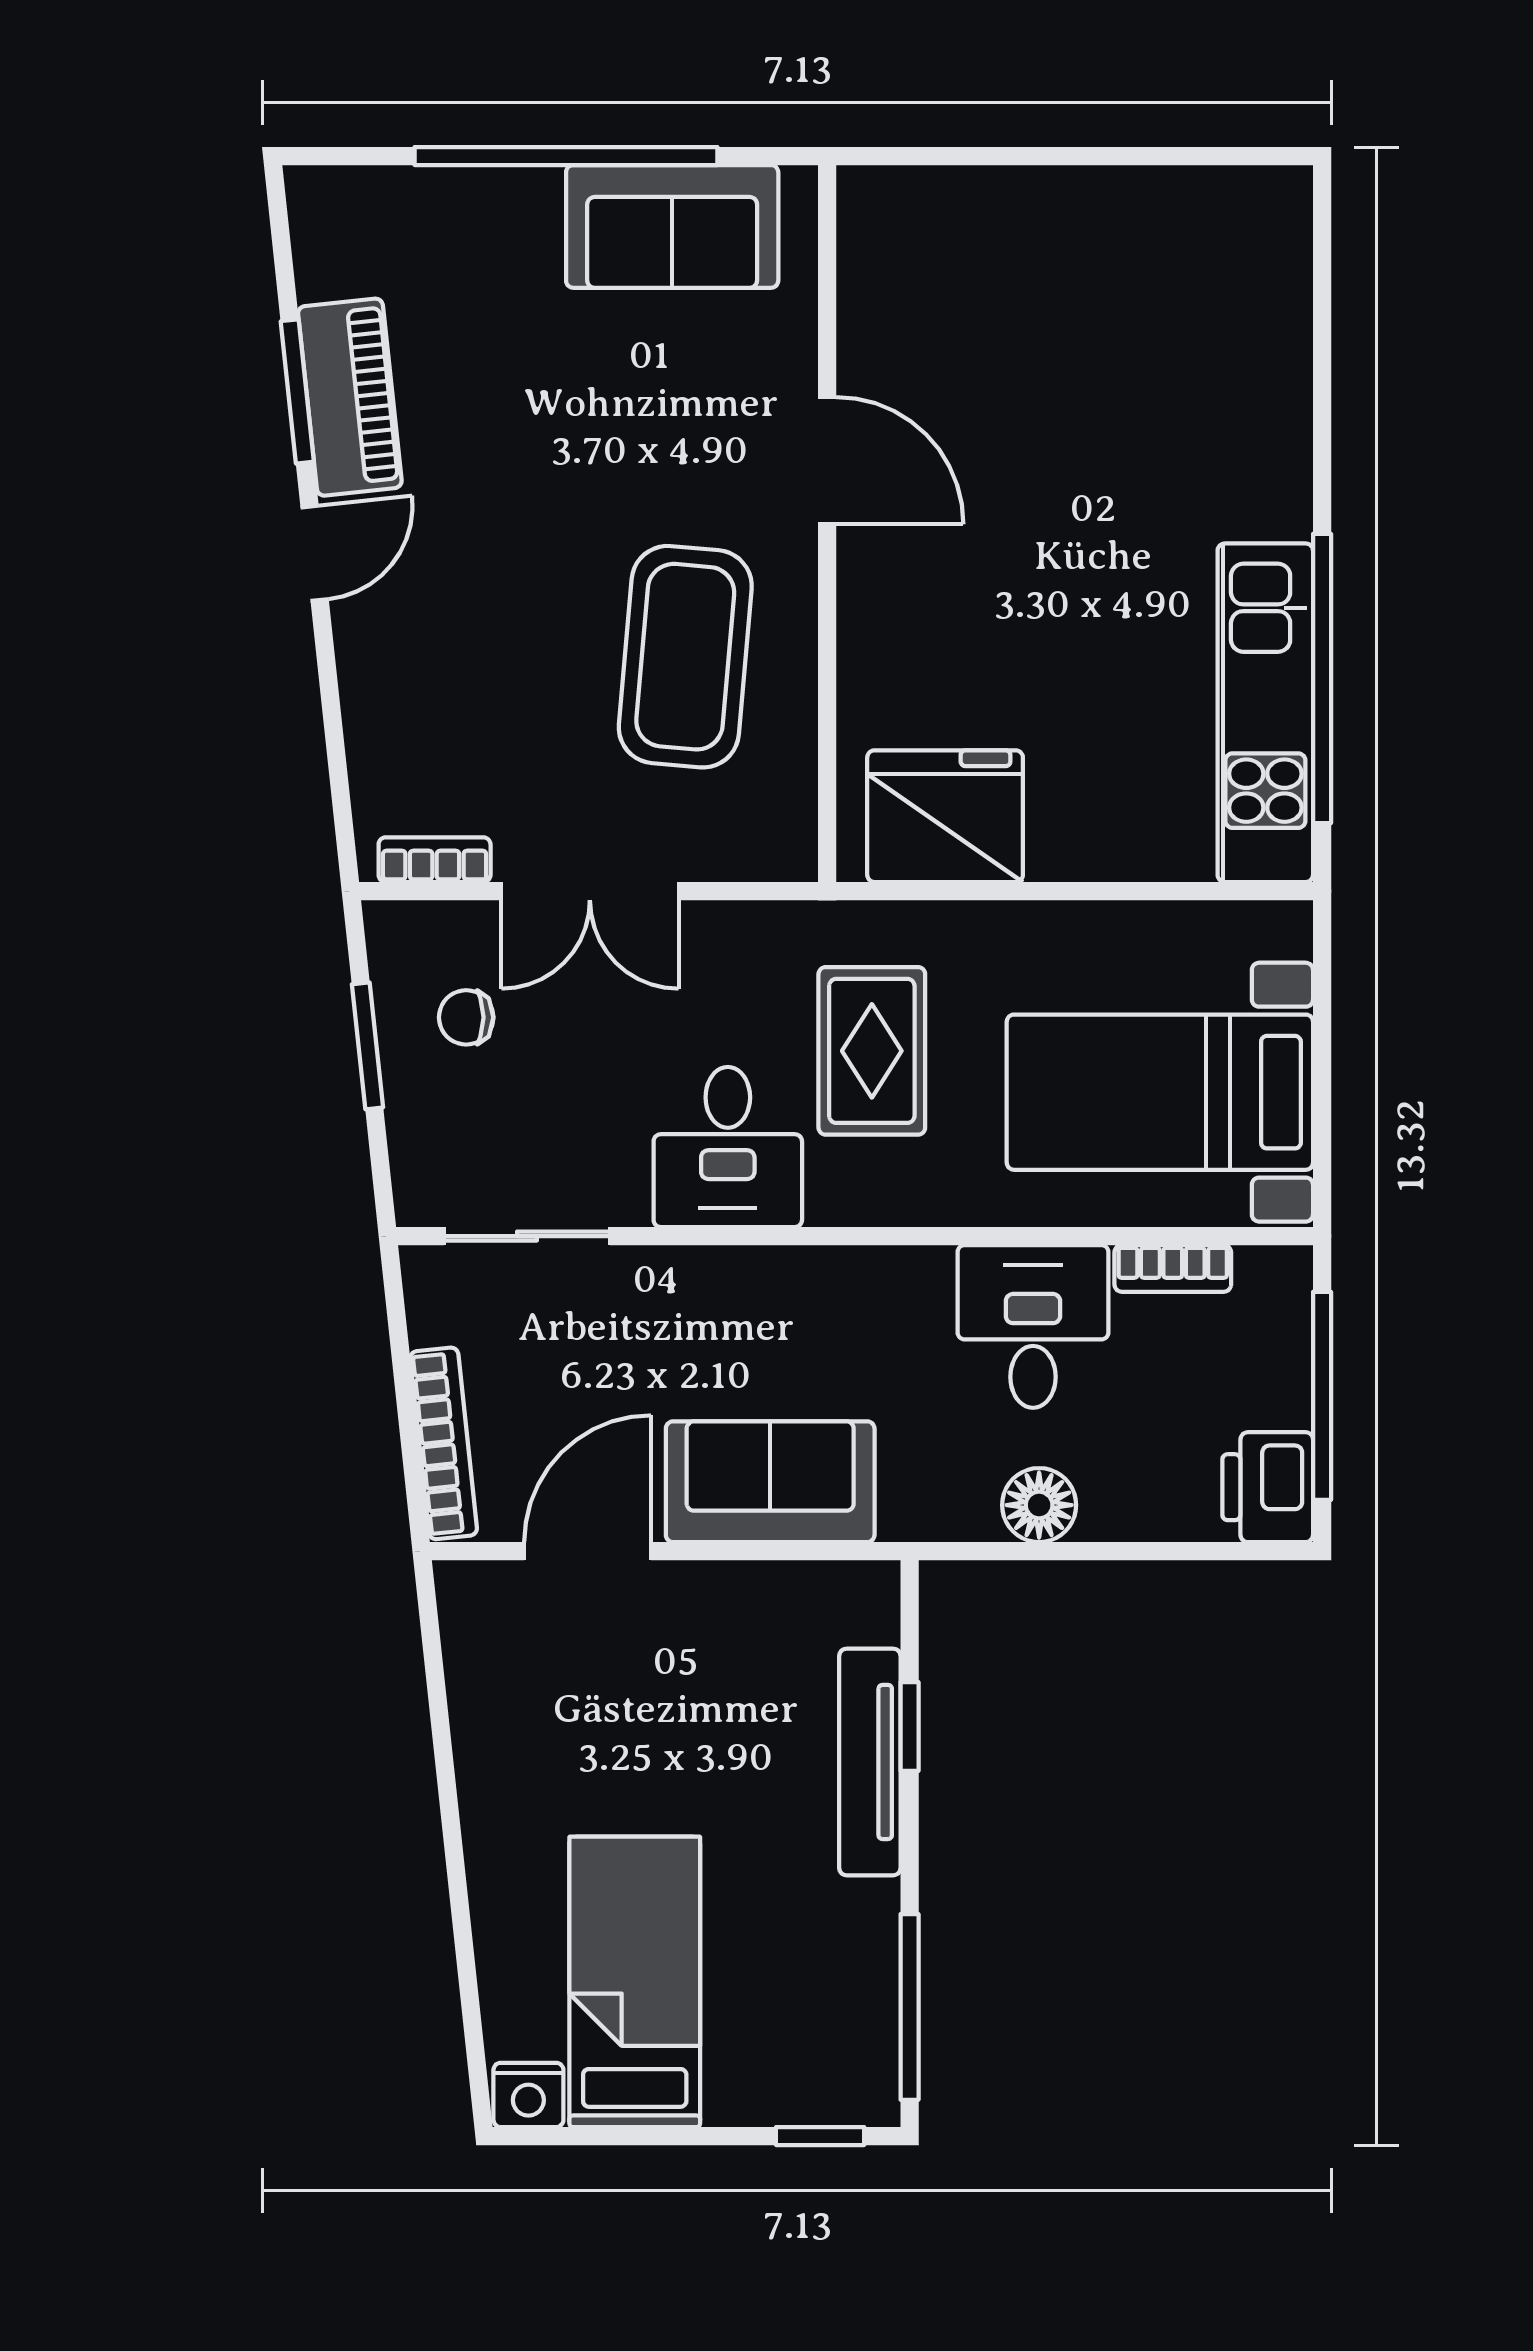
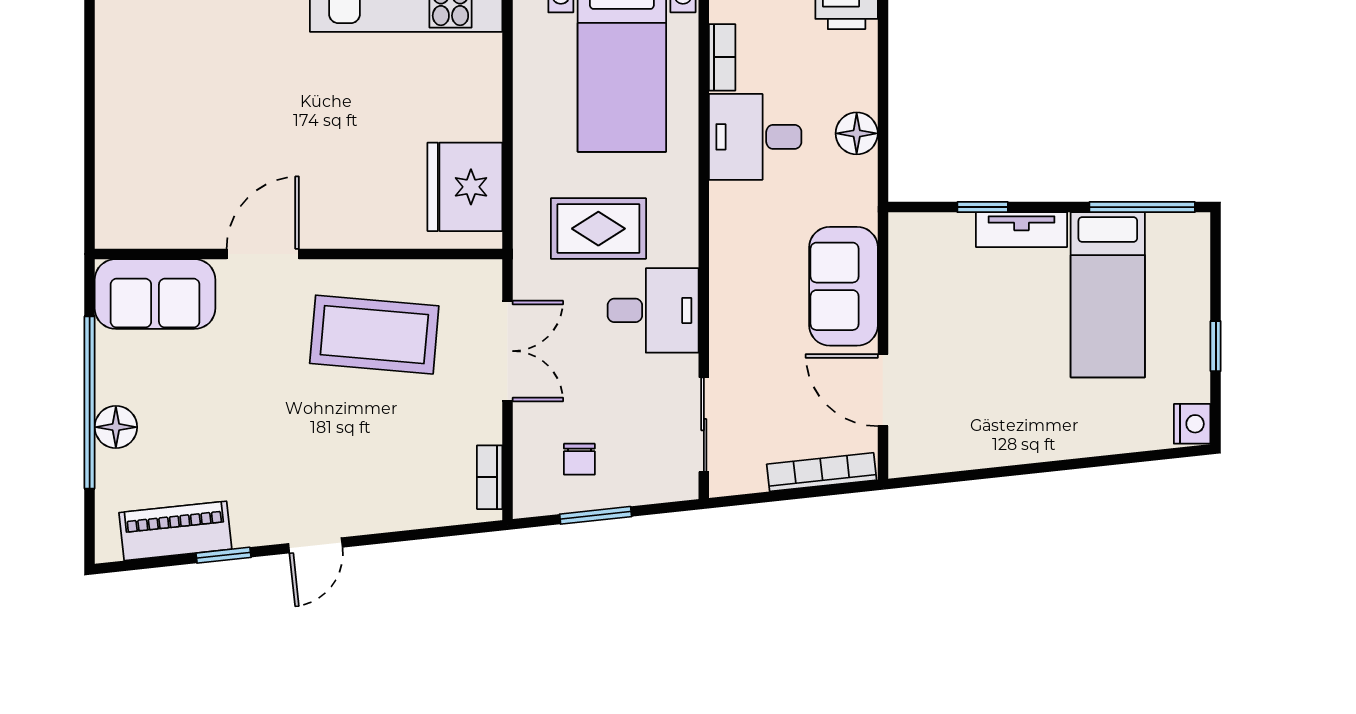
floor lamp: (523, 202) -> (116, 427), added
sofa: (672, 226) -> (155, 294), moved, turned 90
window: (297, 391) -> (223, 555), width x0.67
piano: (350, 397) -> (175, 531), moved
door: (315, 553) -> (315, 545), swing flipped
double door: (590, 891) -> (508, 351), moved
tv unit: (870, 1762) -> (1022, 230), width x0.71
bed: (635, 1982) -> (1108, 295), moved, turned -90
window: (820, 2136) -> (1216, 346), moved

